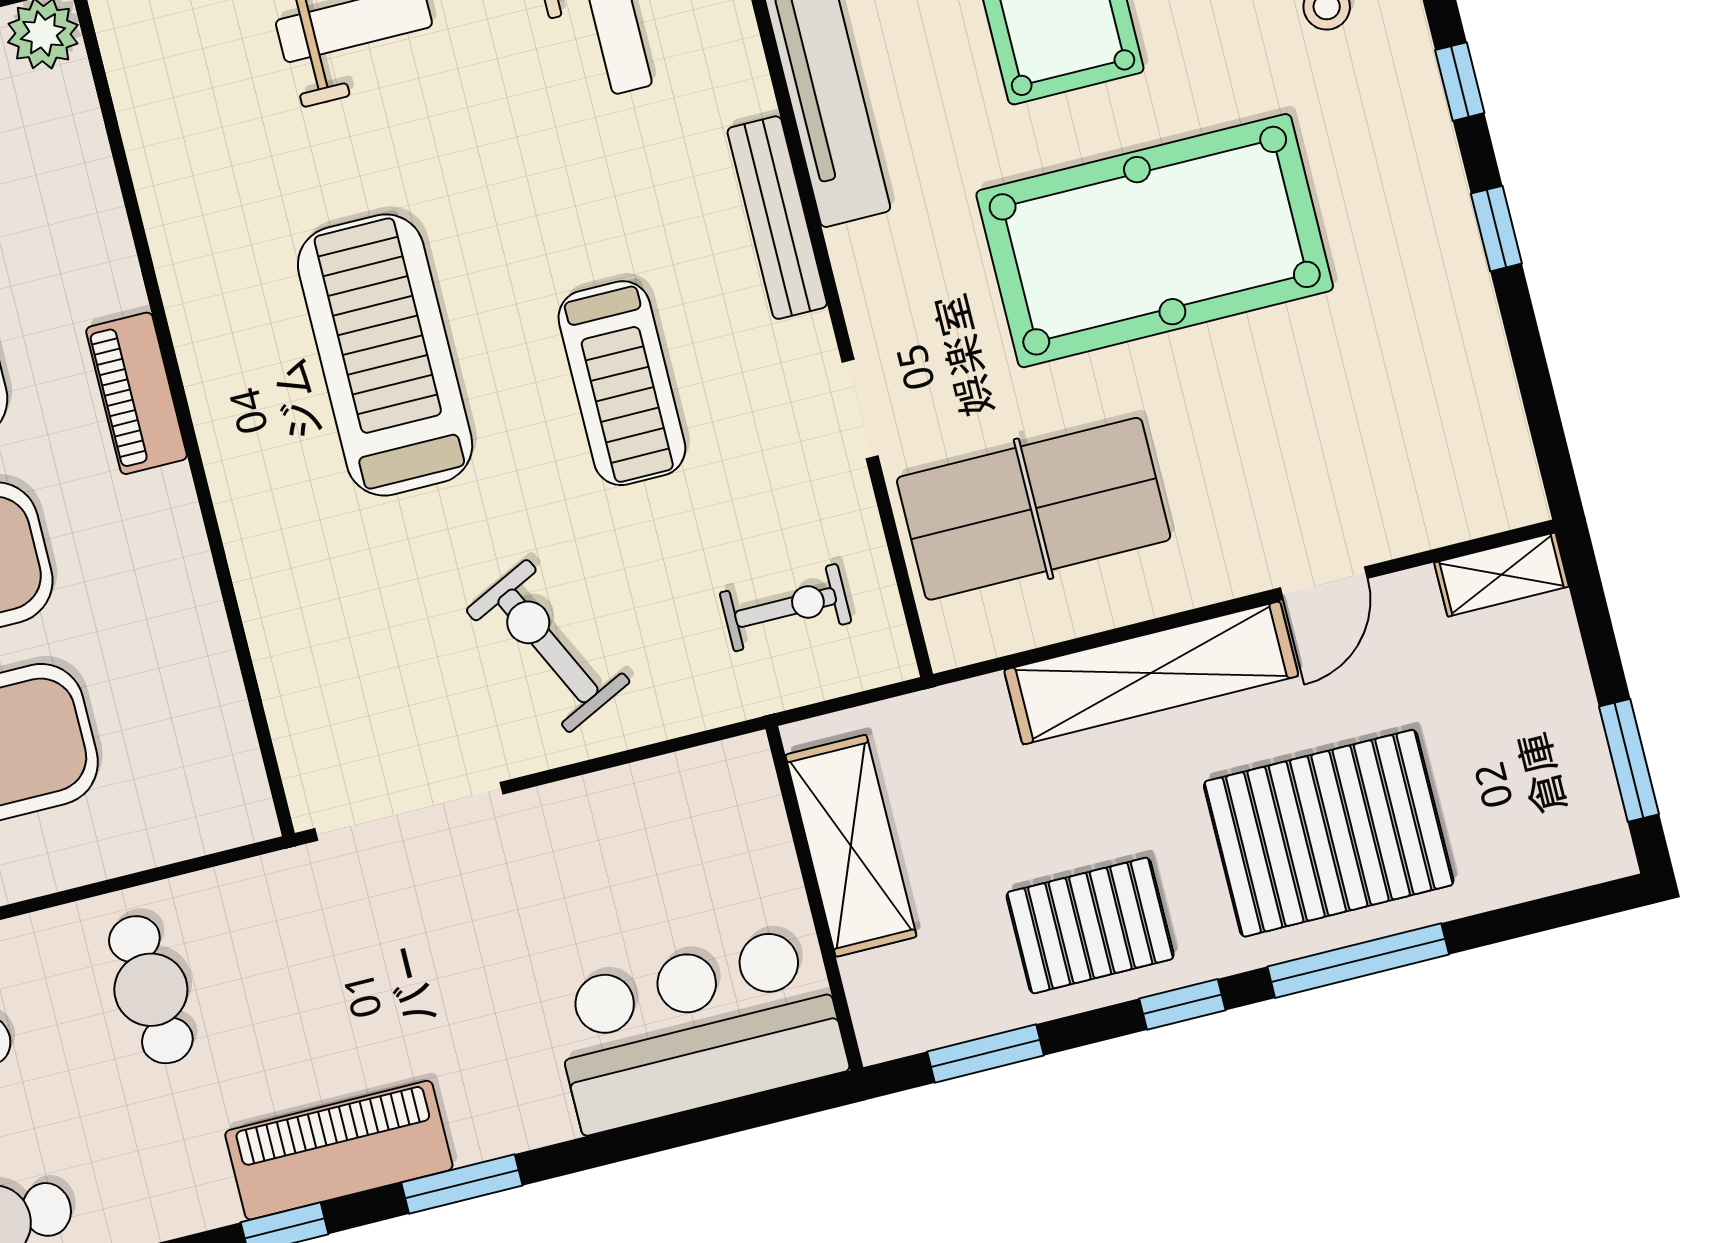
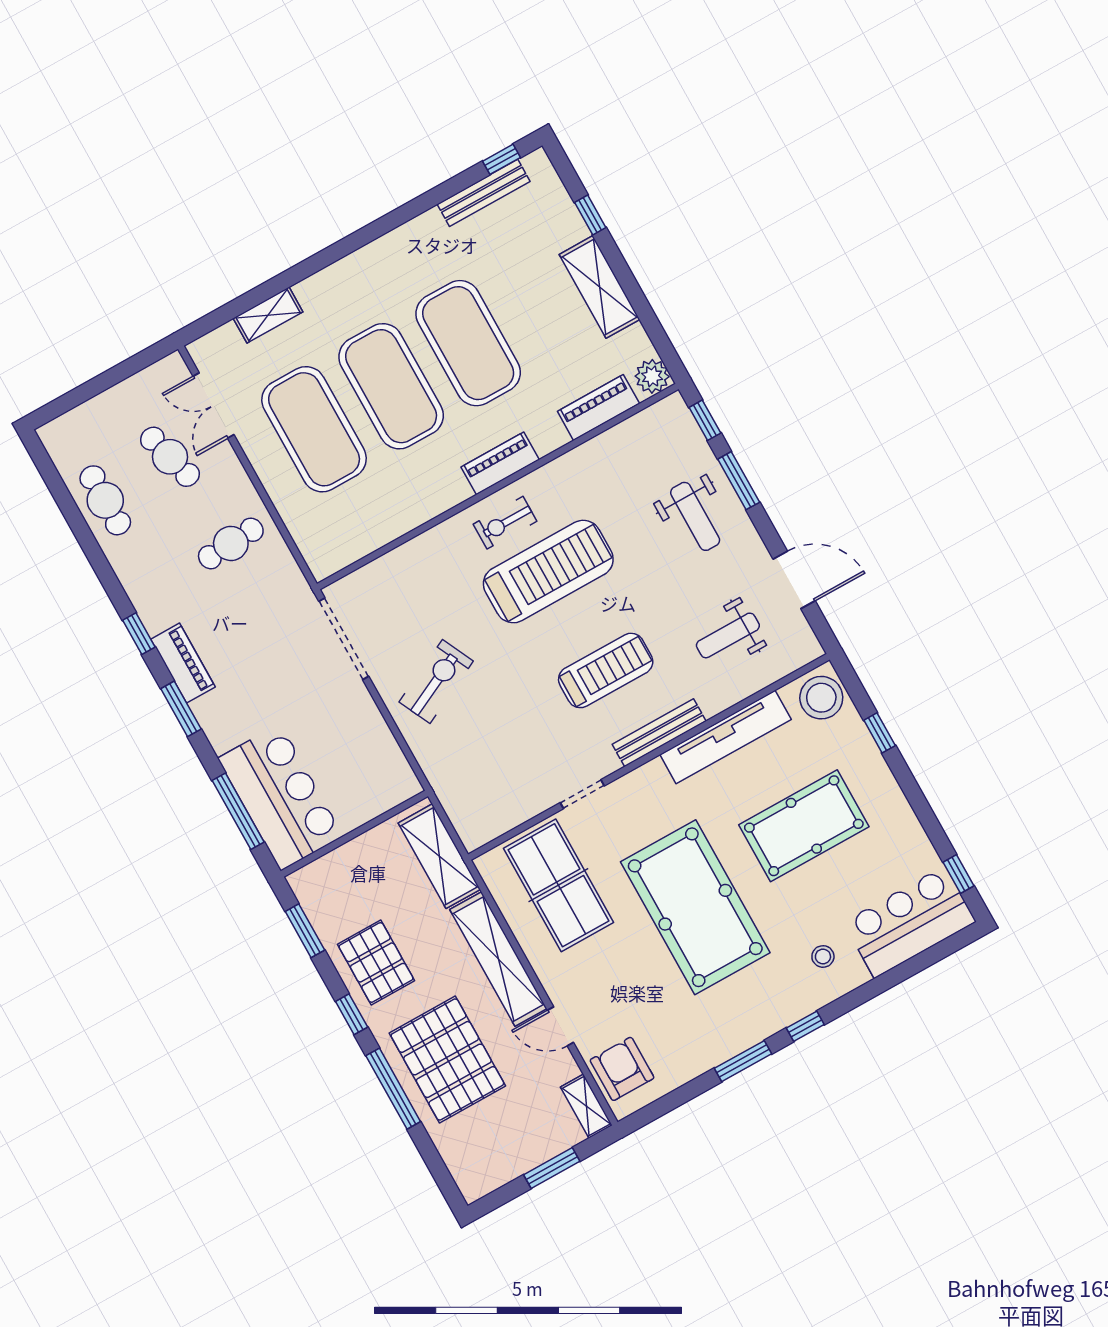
piano: (77, 161) -> (598, 407), added
window: (1496, 229) -> (743, 1061), width x1.50
treadmill: (622, 383) -> (606, 670), moved, turned 180
armchair: (1445, 481) -> (622, 1069), added
exercise bike: (786, 608) -> (505, 523), moved, turned 90
window: (1629, 760) -> (552, 1168), moved
shelving: (851, 846) -> (439, 856), moved, turned 90
window: (704, 1124) -> (238, 811), added
piano: (339, 1150) -> (183, 663), width x0.73, depth x0.75

